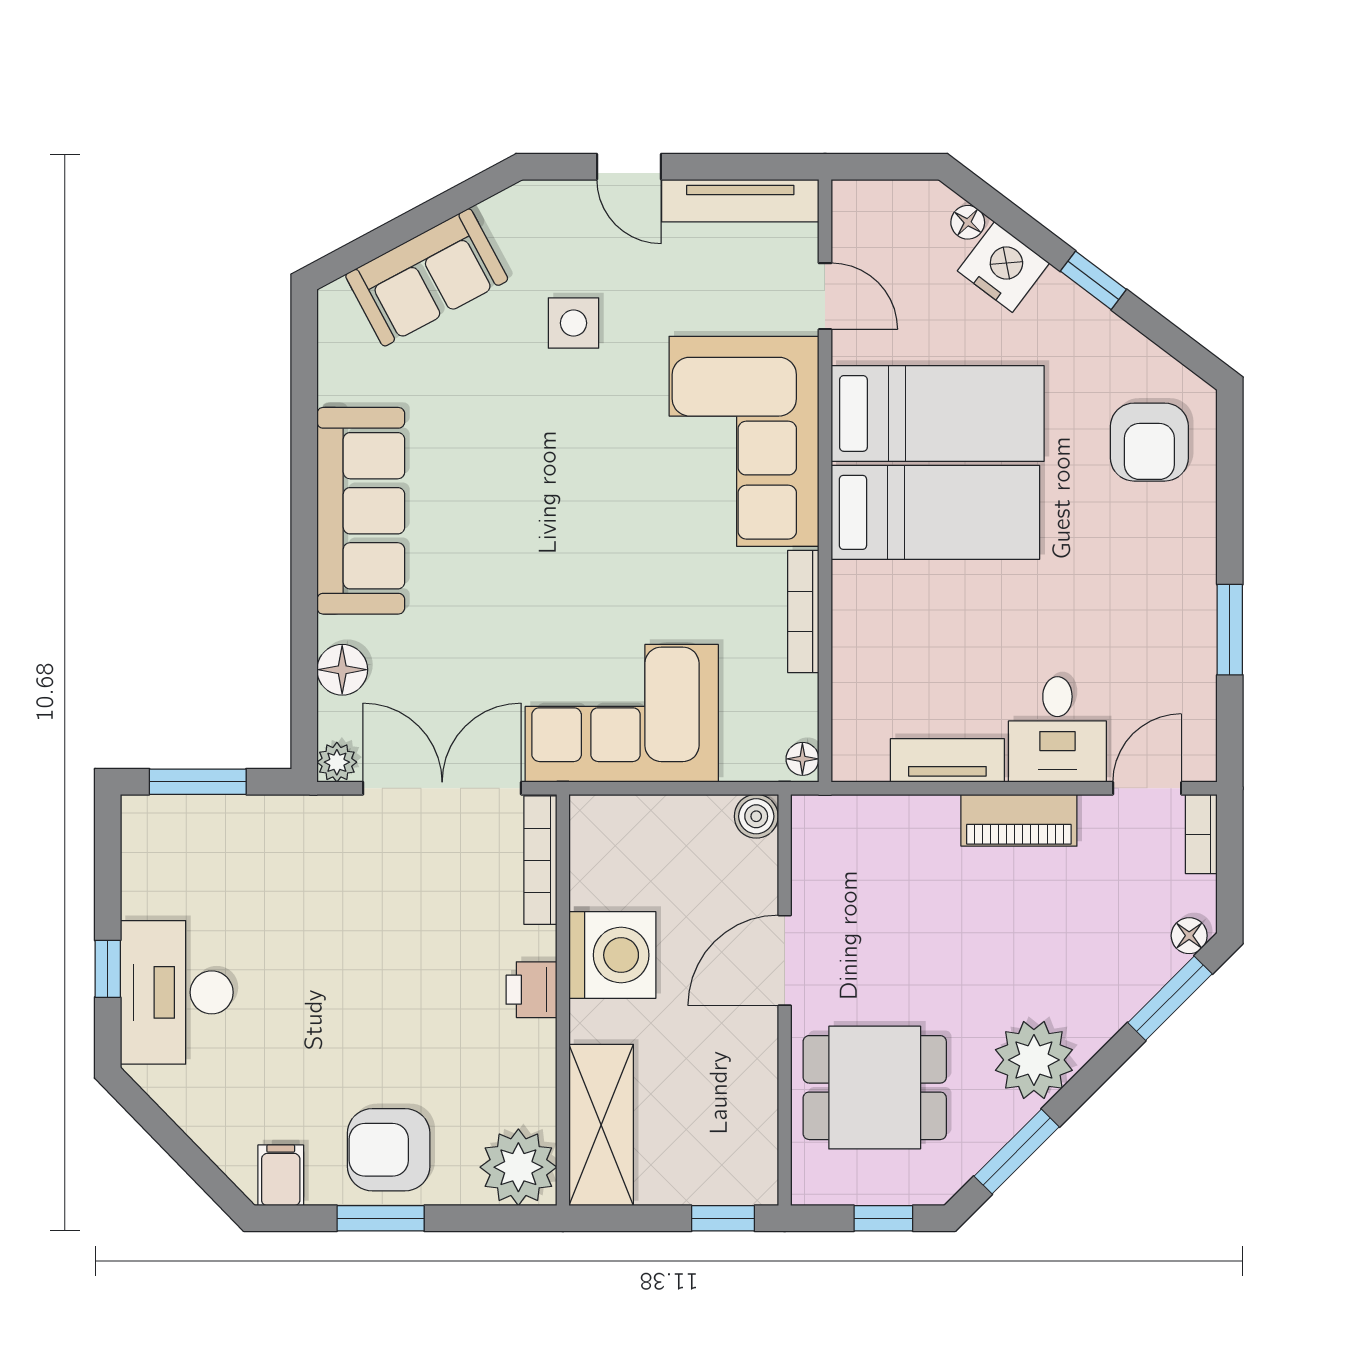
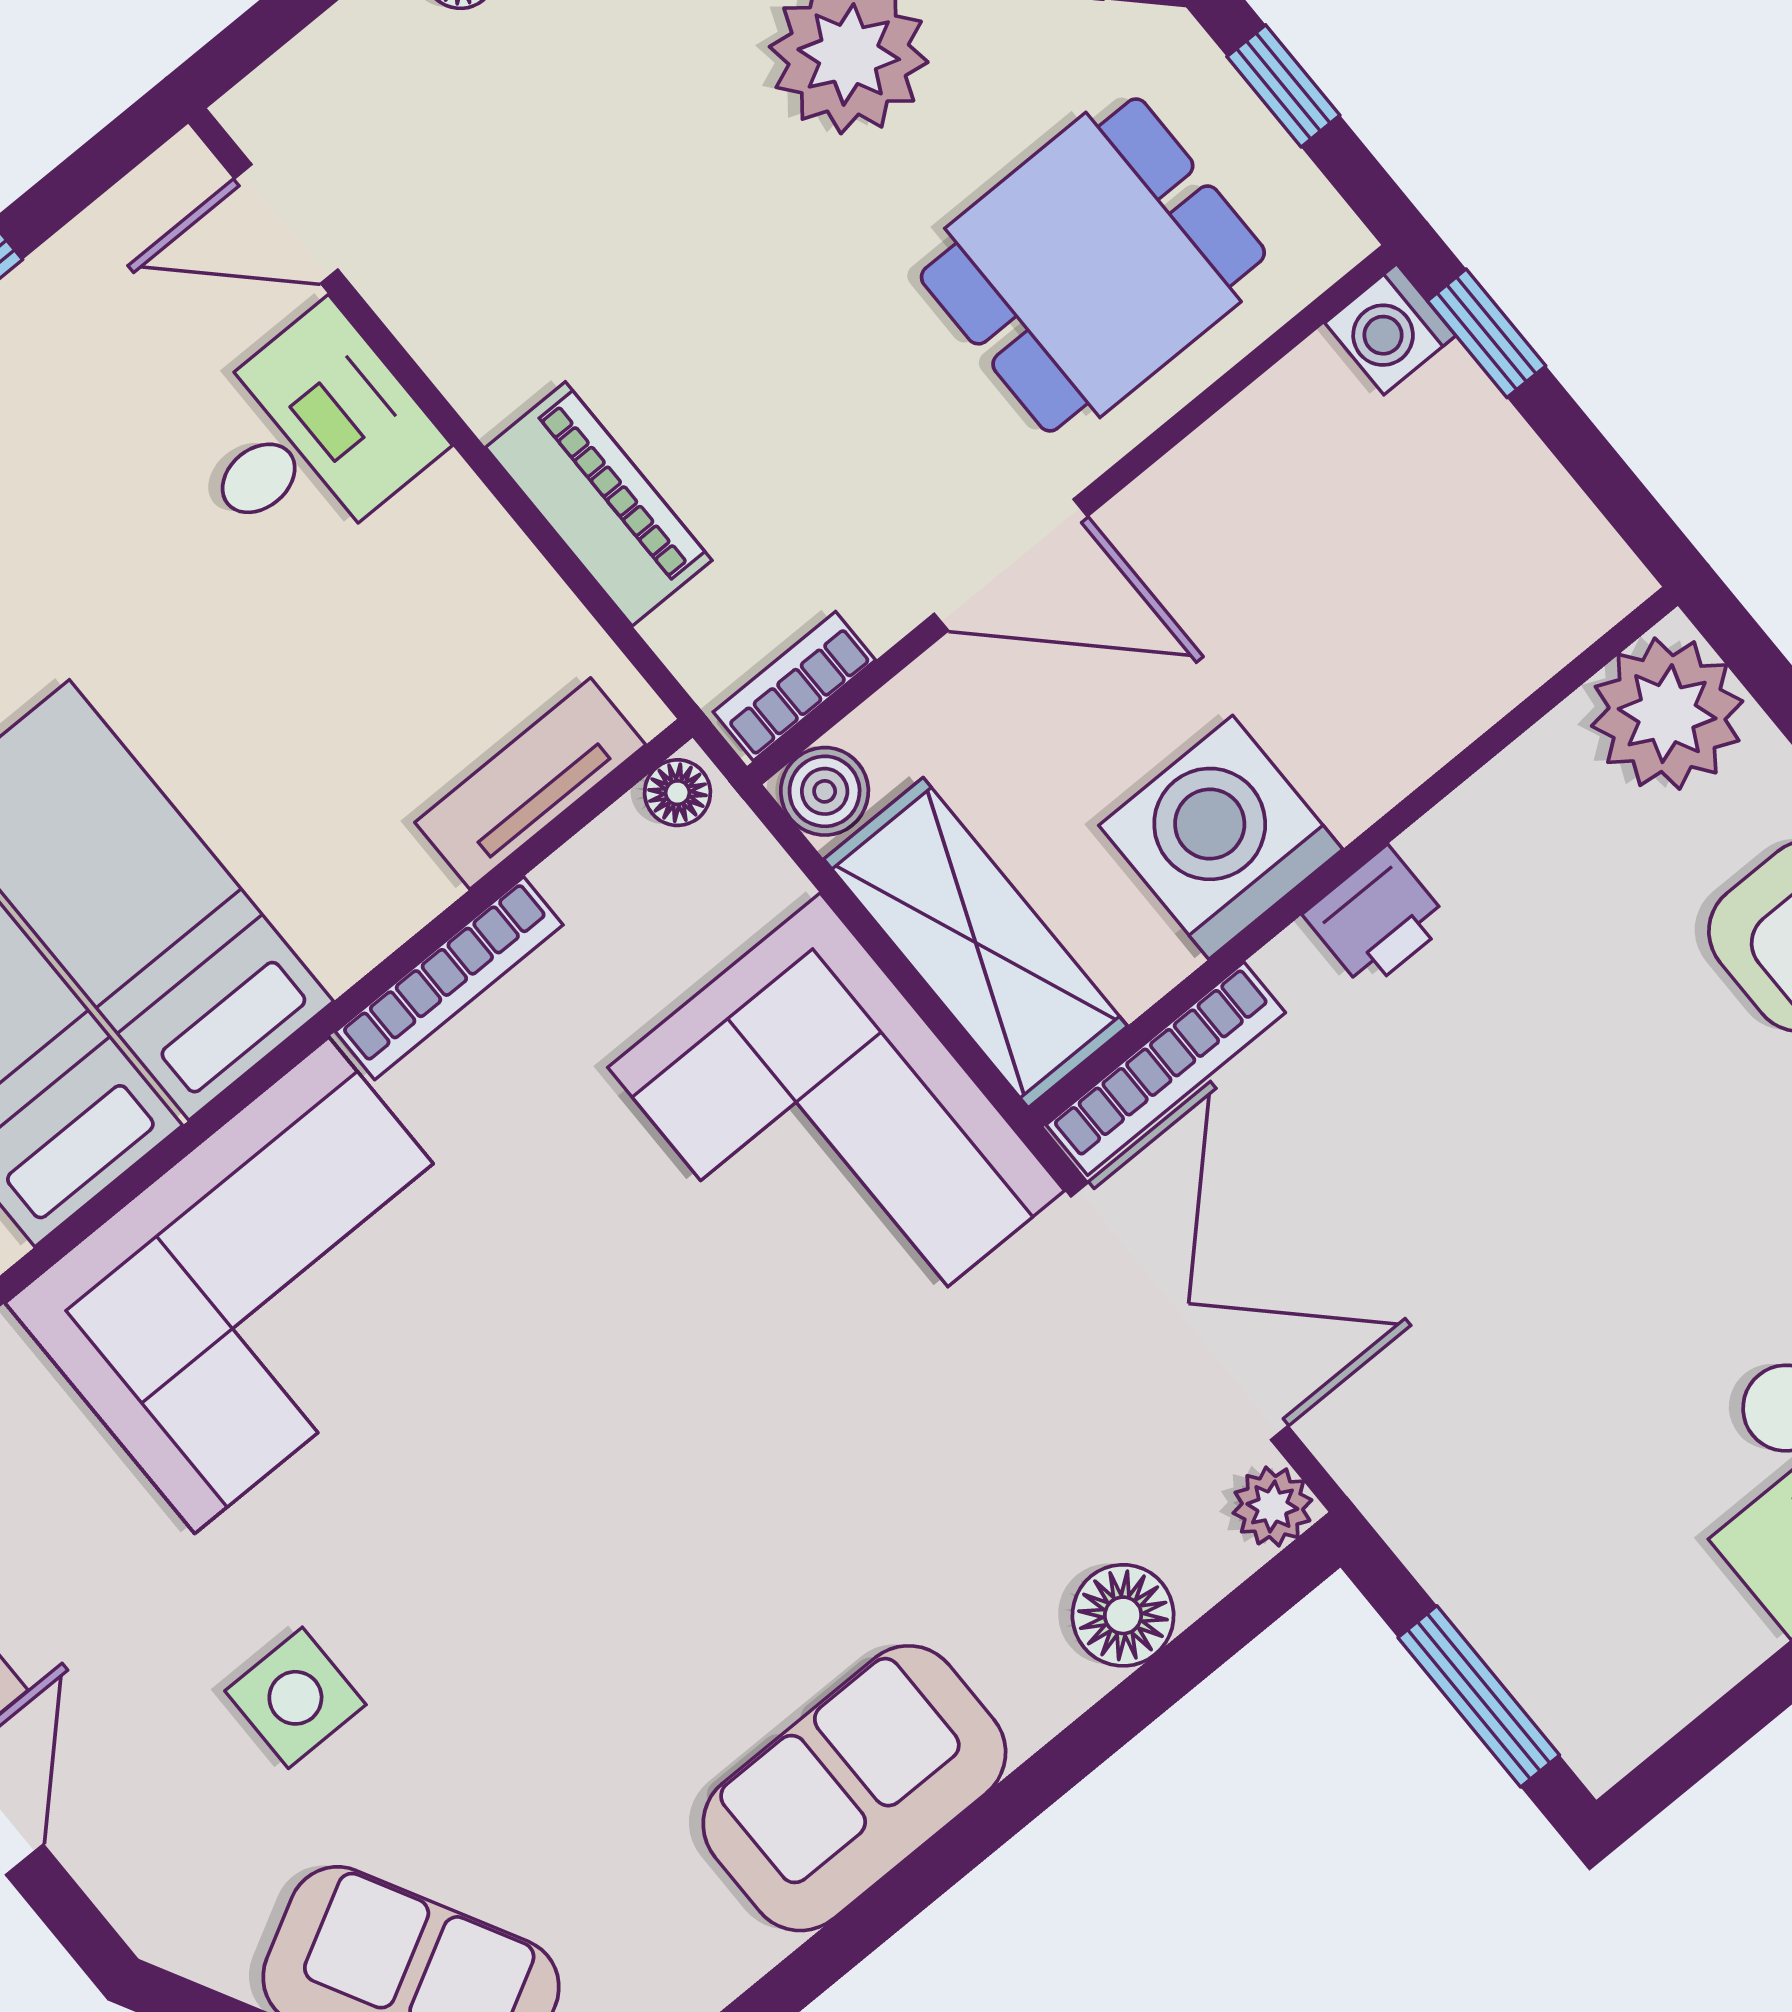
sofa: (361, 511) -> (854, 1788), width x0.73
tv unit: (947, 760) -> (530, 784), moved, turned 90
double door: (442, 788) -> (1179, 1311), swing flipped
piano: (1019, 820) -> (599, 504), moved
bookcase: (1201, 834) -> (794, 686), moved, turned 180
dining table: (875, 1088) -> (1093, 265), turned 90
shelving: (601, 1125) -> (976, 943), moved, turned 90
washing machine: (755, 1182) -> (1390, 329), added

